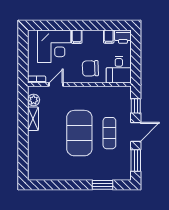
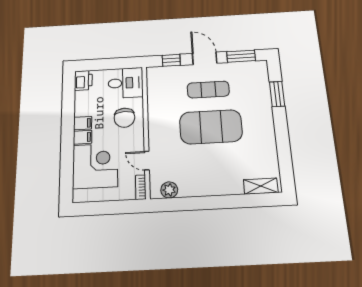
filing cabinet: (109, 37) -> (83, 123), moved
shelving: (33, 119) -> (261, 186), moved

